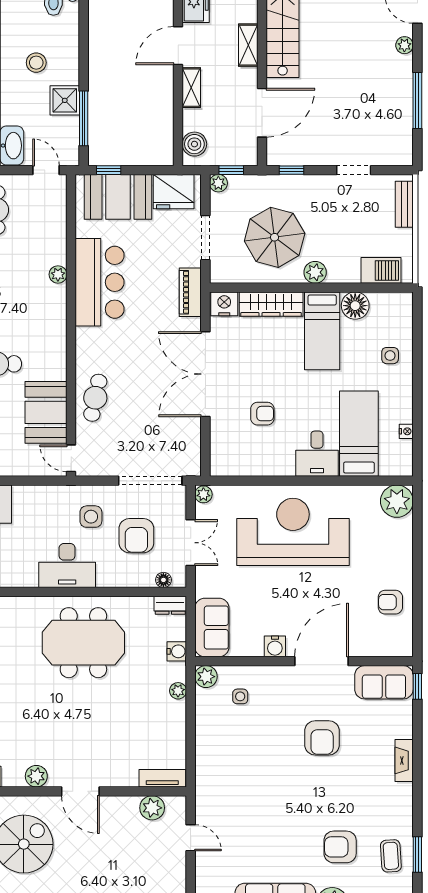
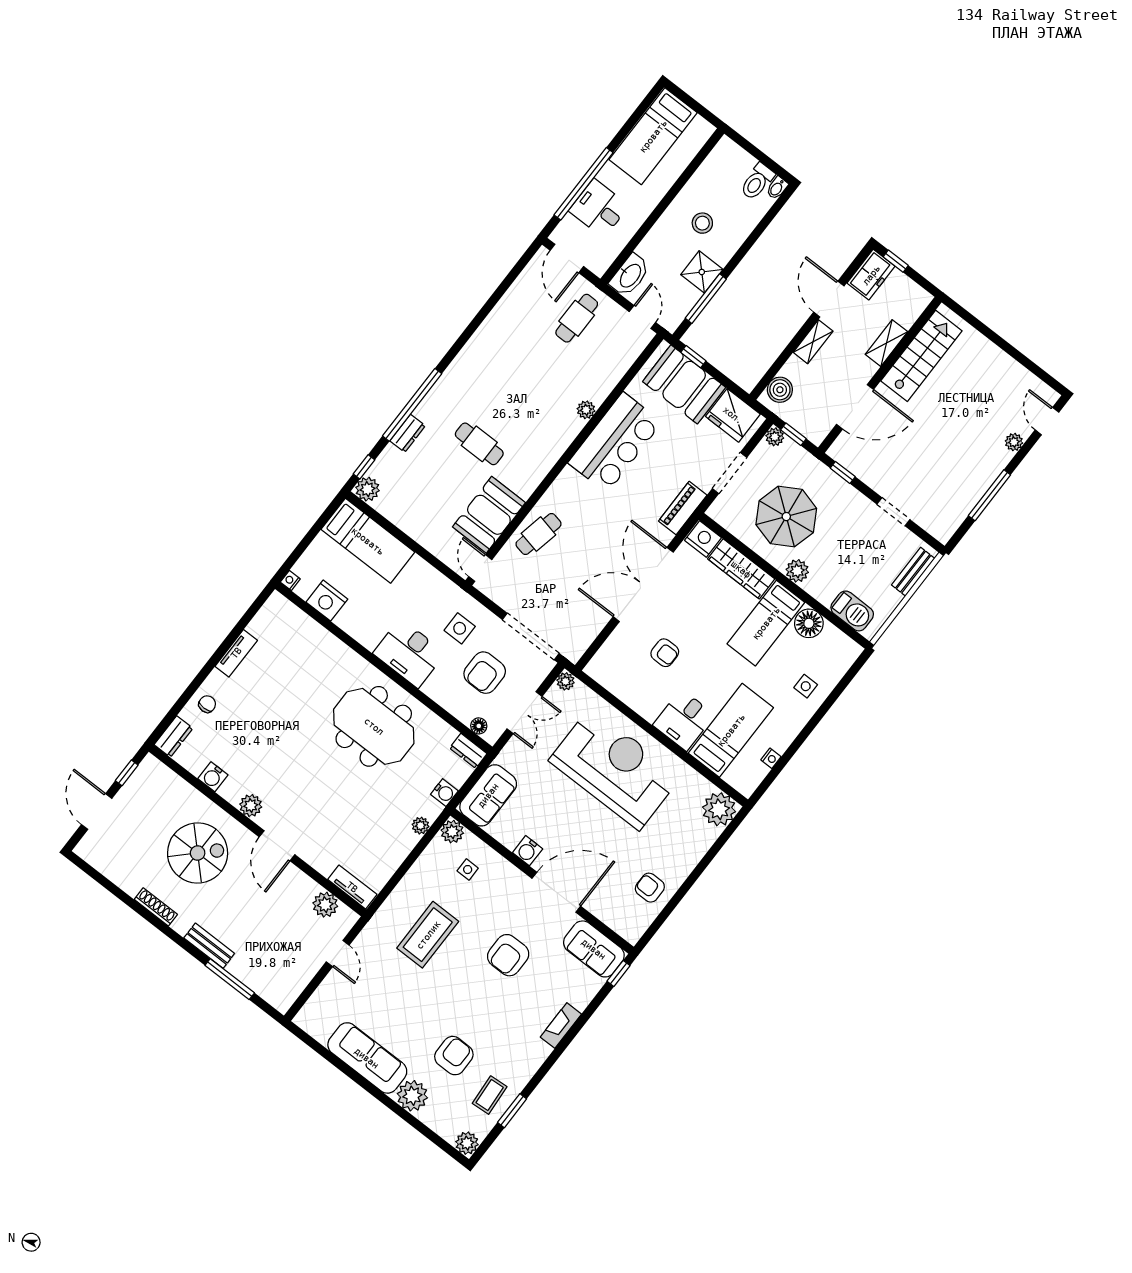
door: (178, 46) -> (829, 299), hinge flipped
coffee table: (248, 770) -> (428, 935), added
armchair: (340, 847) -> (454, 1056), turned 90

